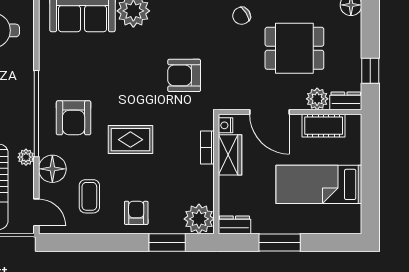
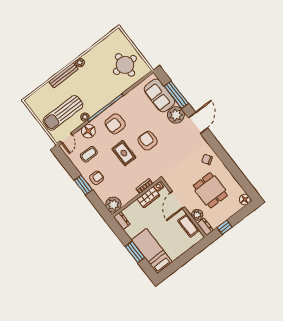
armchair: (184, 75) -> (148, 141), moved
bed: (319, 184) -> (152, 251), moved
window: (167, 243) -> (83, 185), moved
window: (280, 243) -> (135, 252), moved

